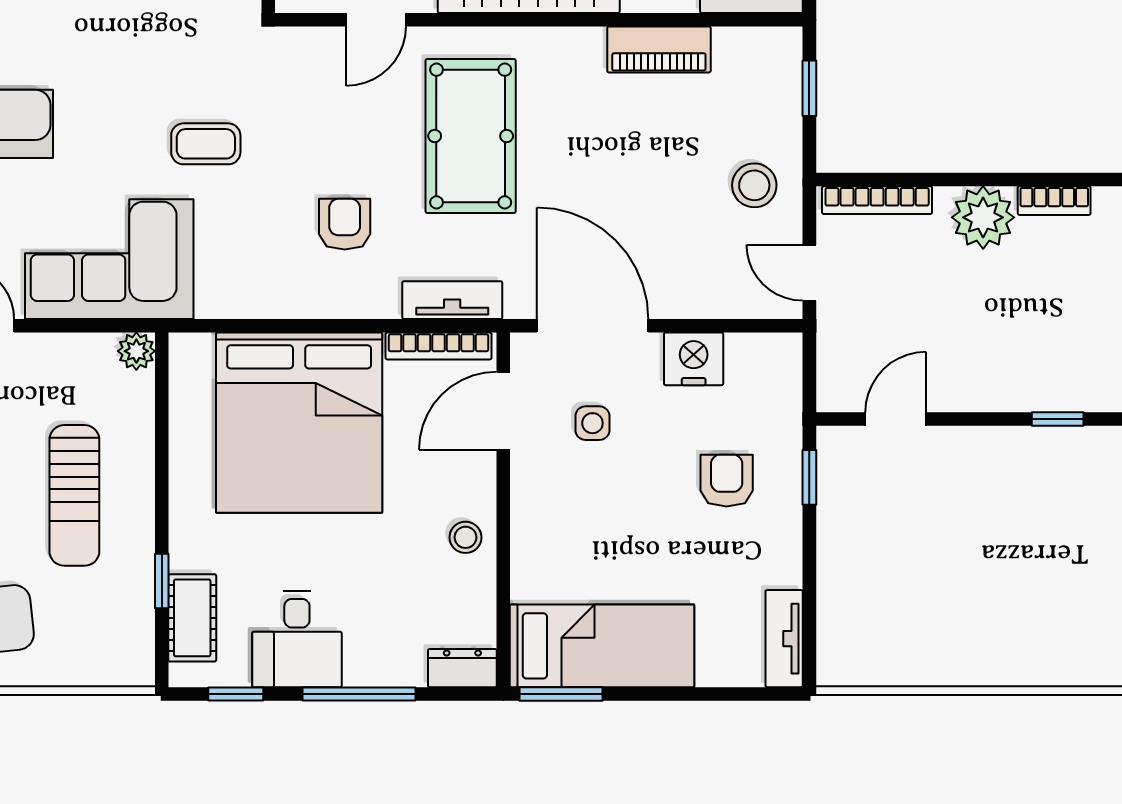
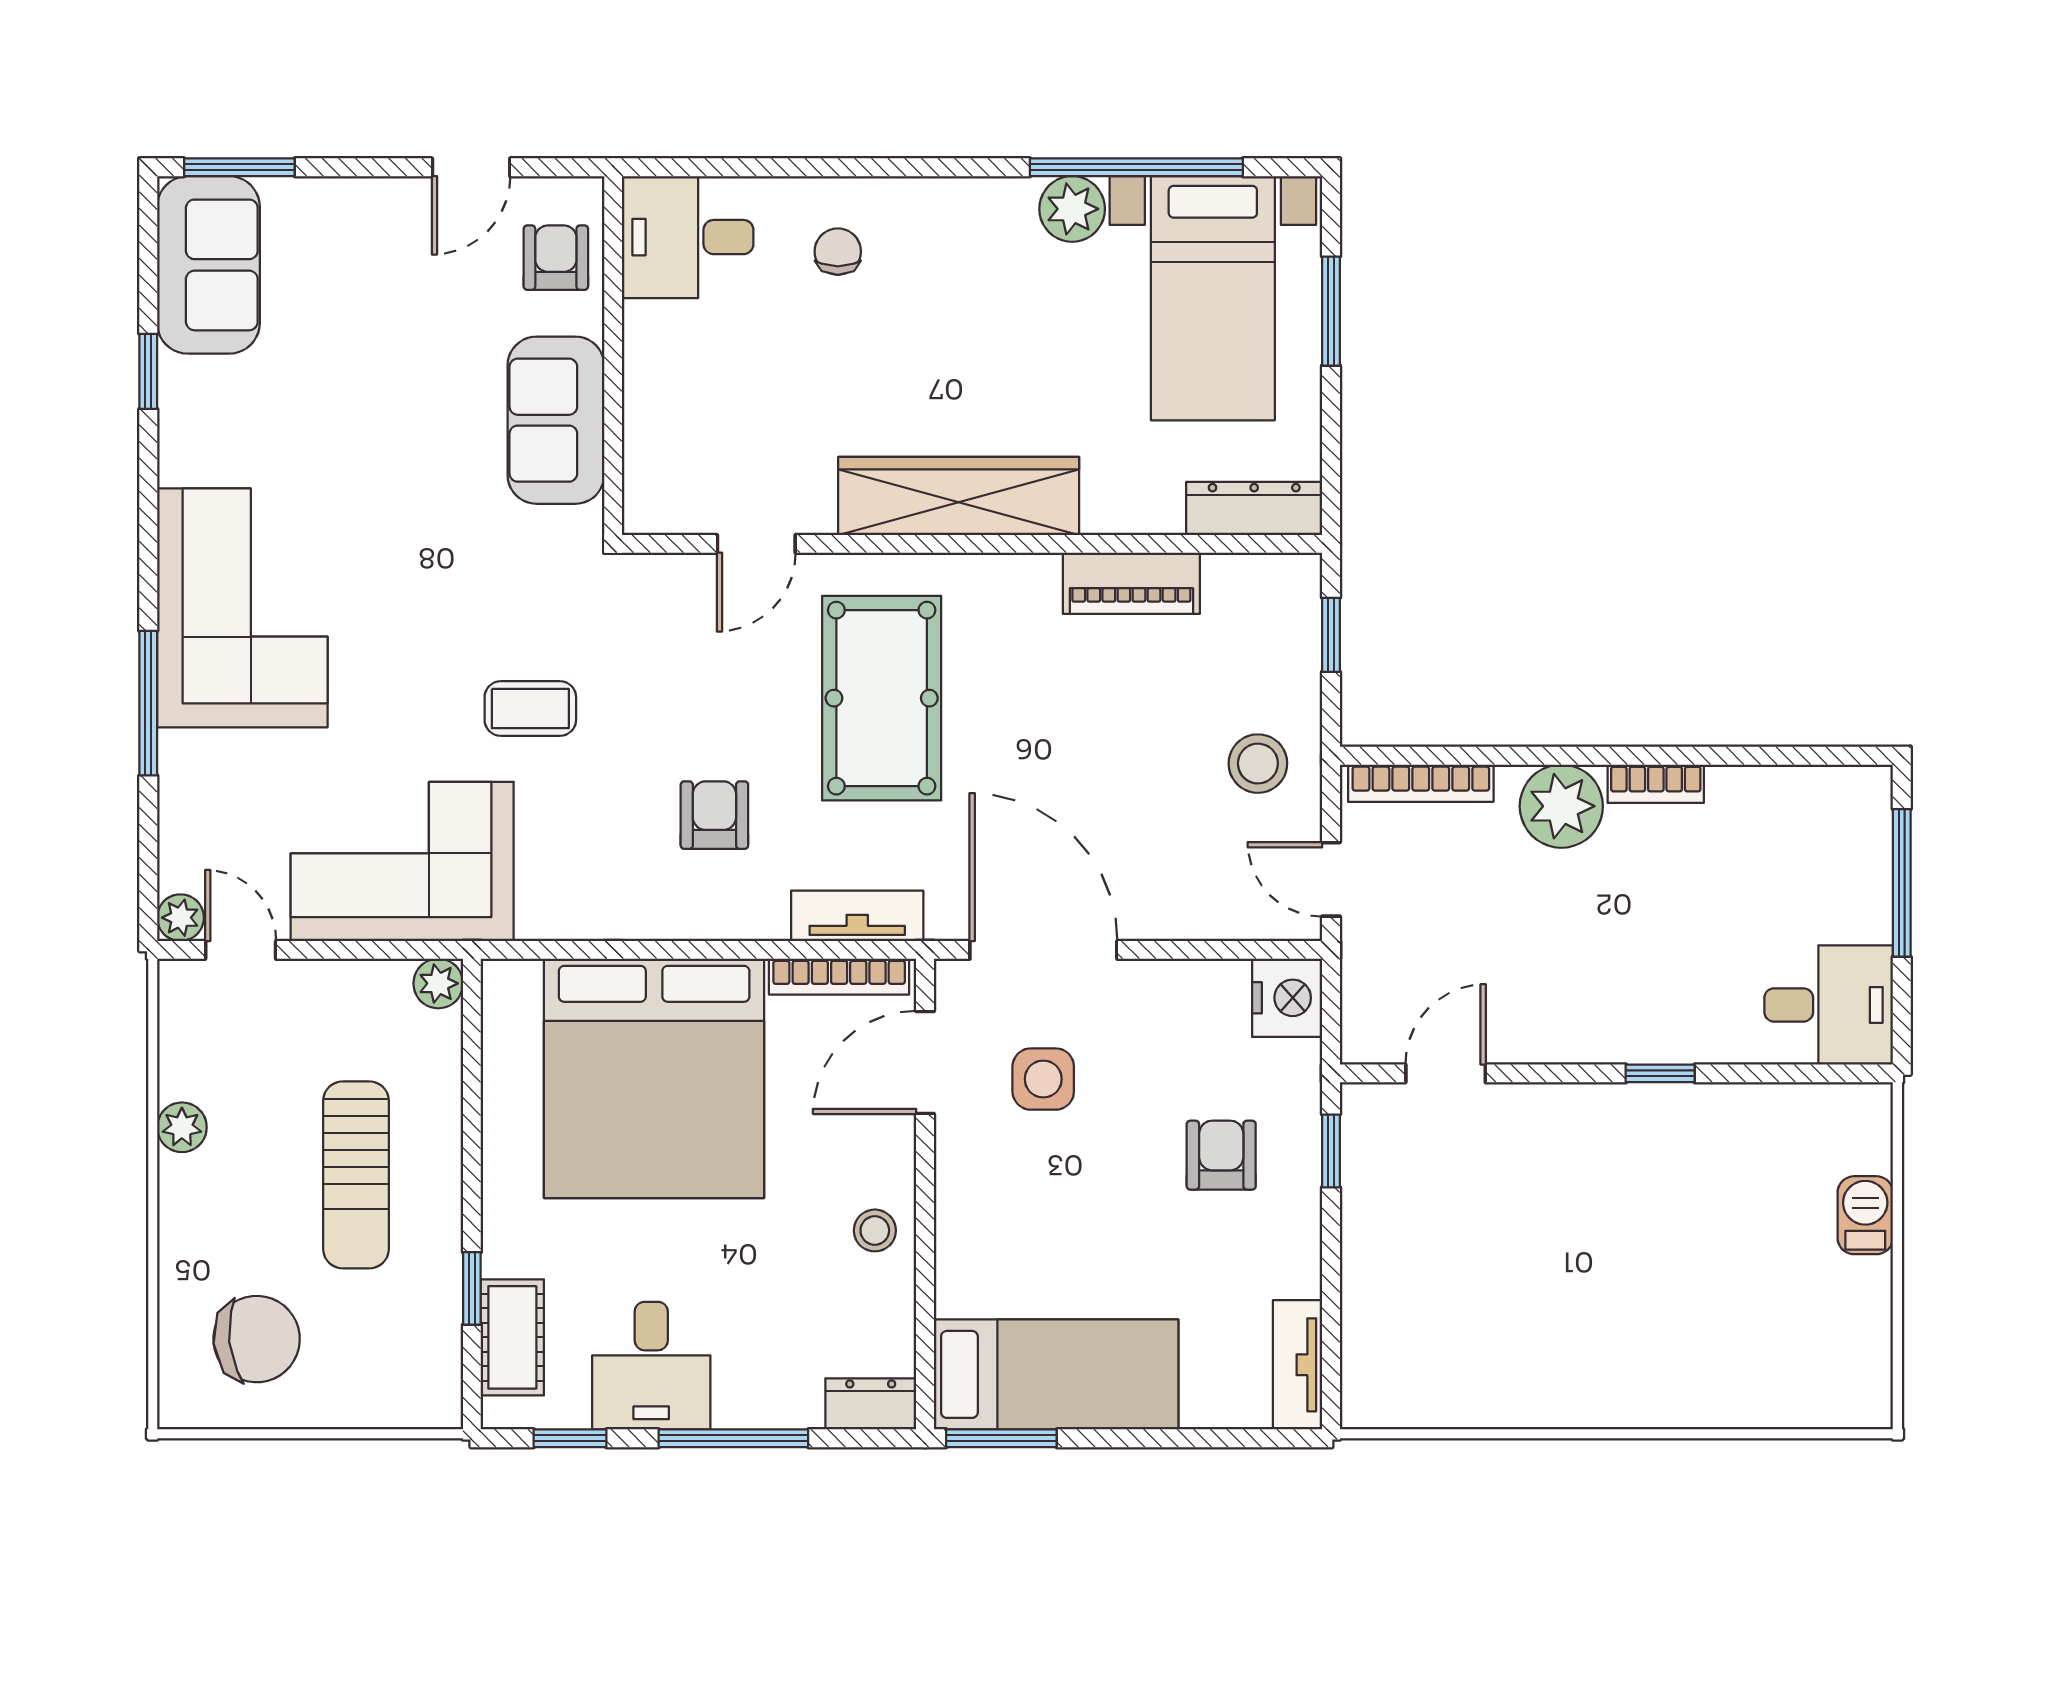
nightstand: (694, 359) -> (1287, 998), moved, turned 90
side table: (592, 423) -> (1043, 1079), width x1.37, depth x1.37

